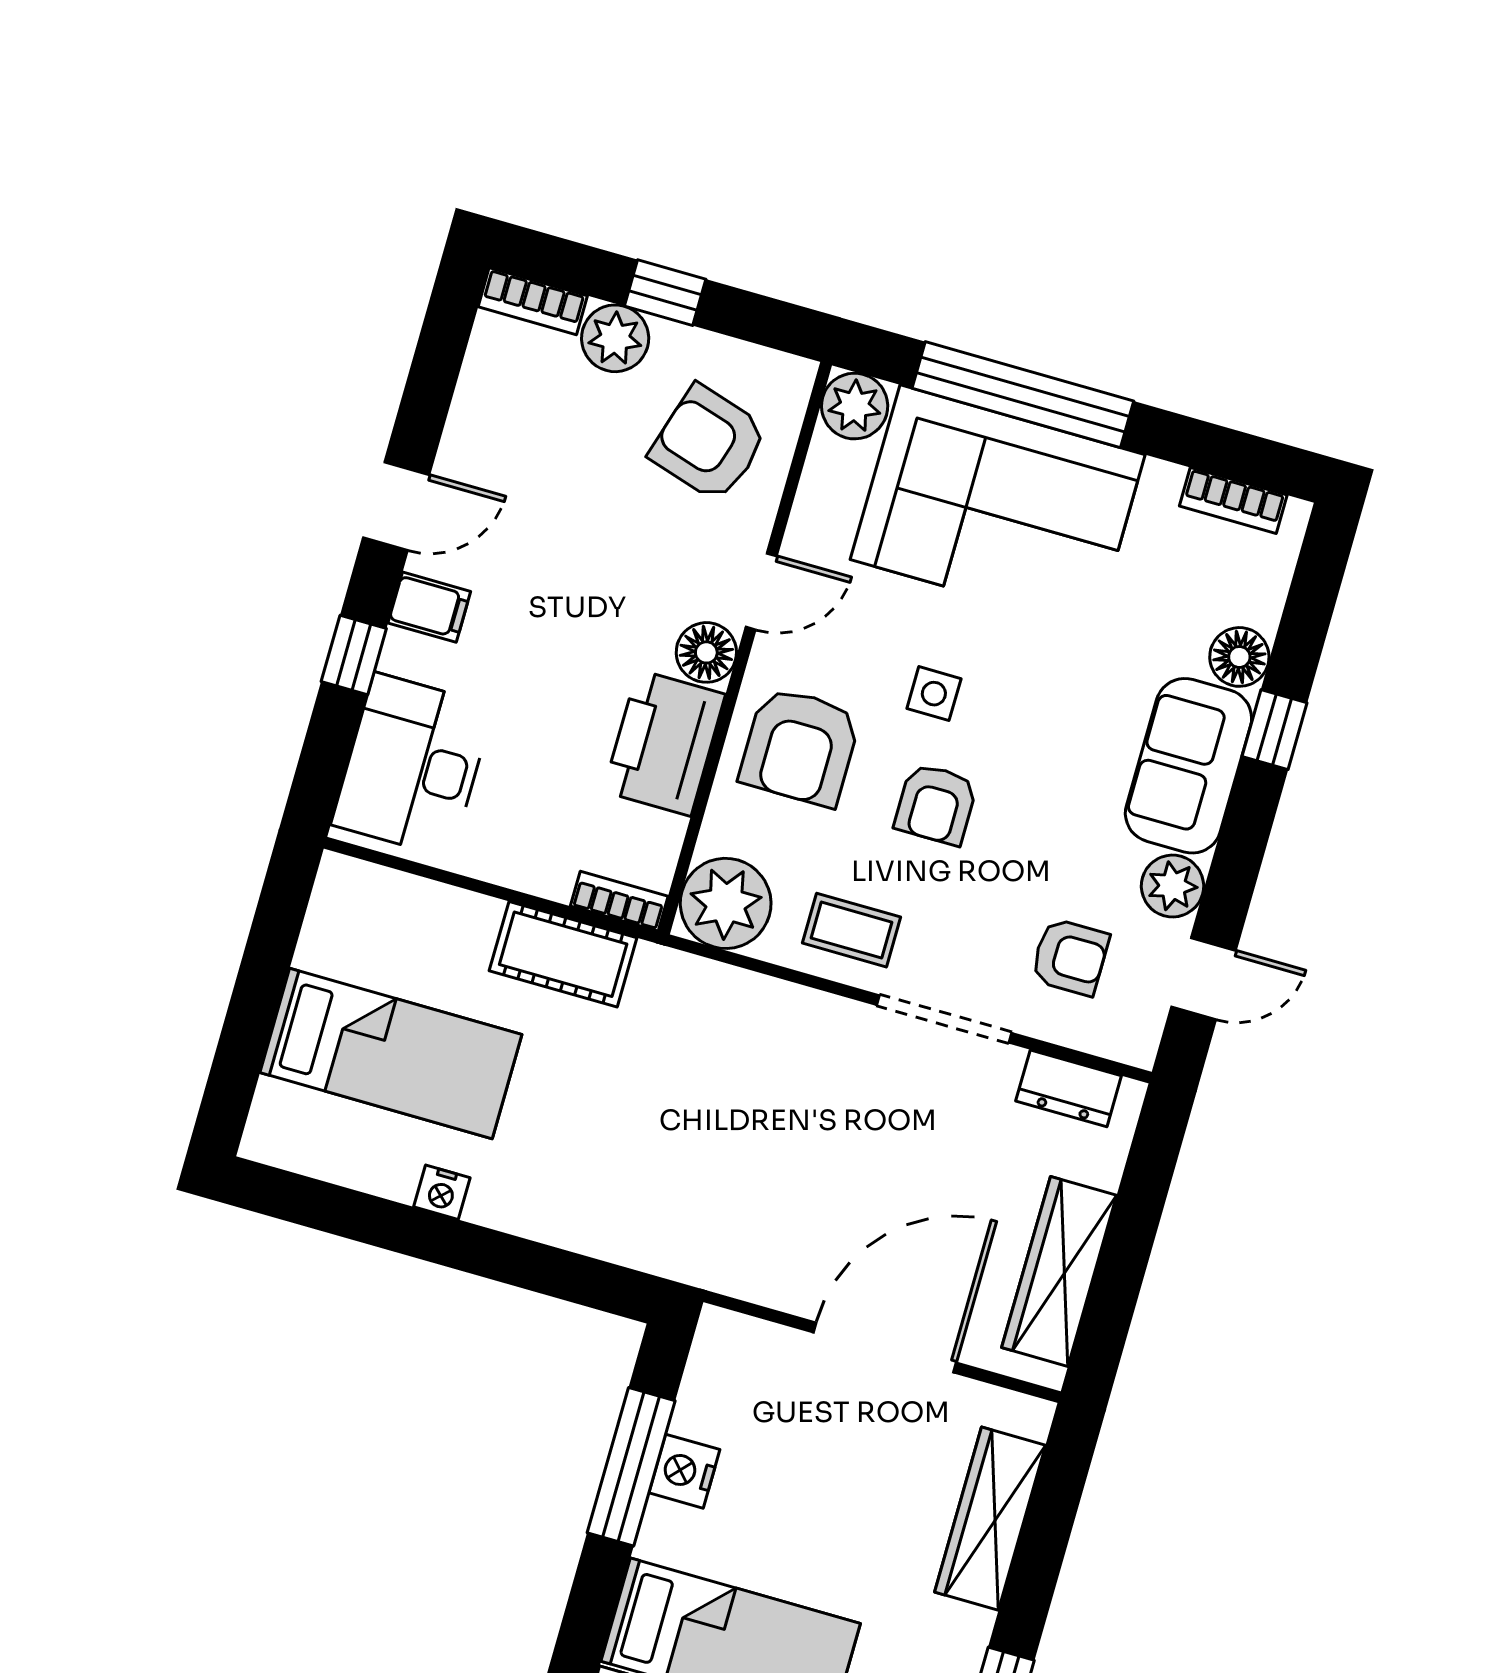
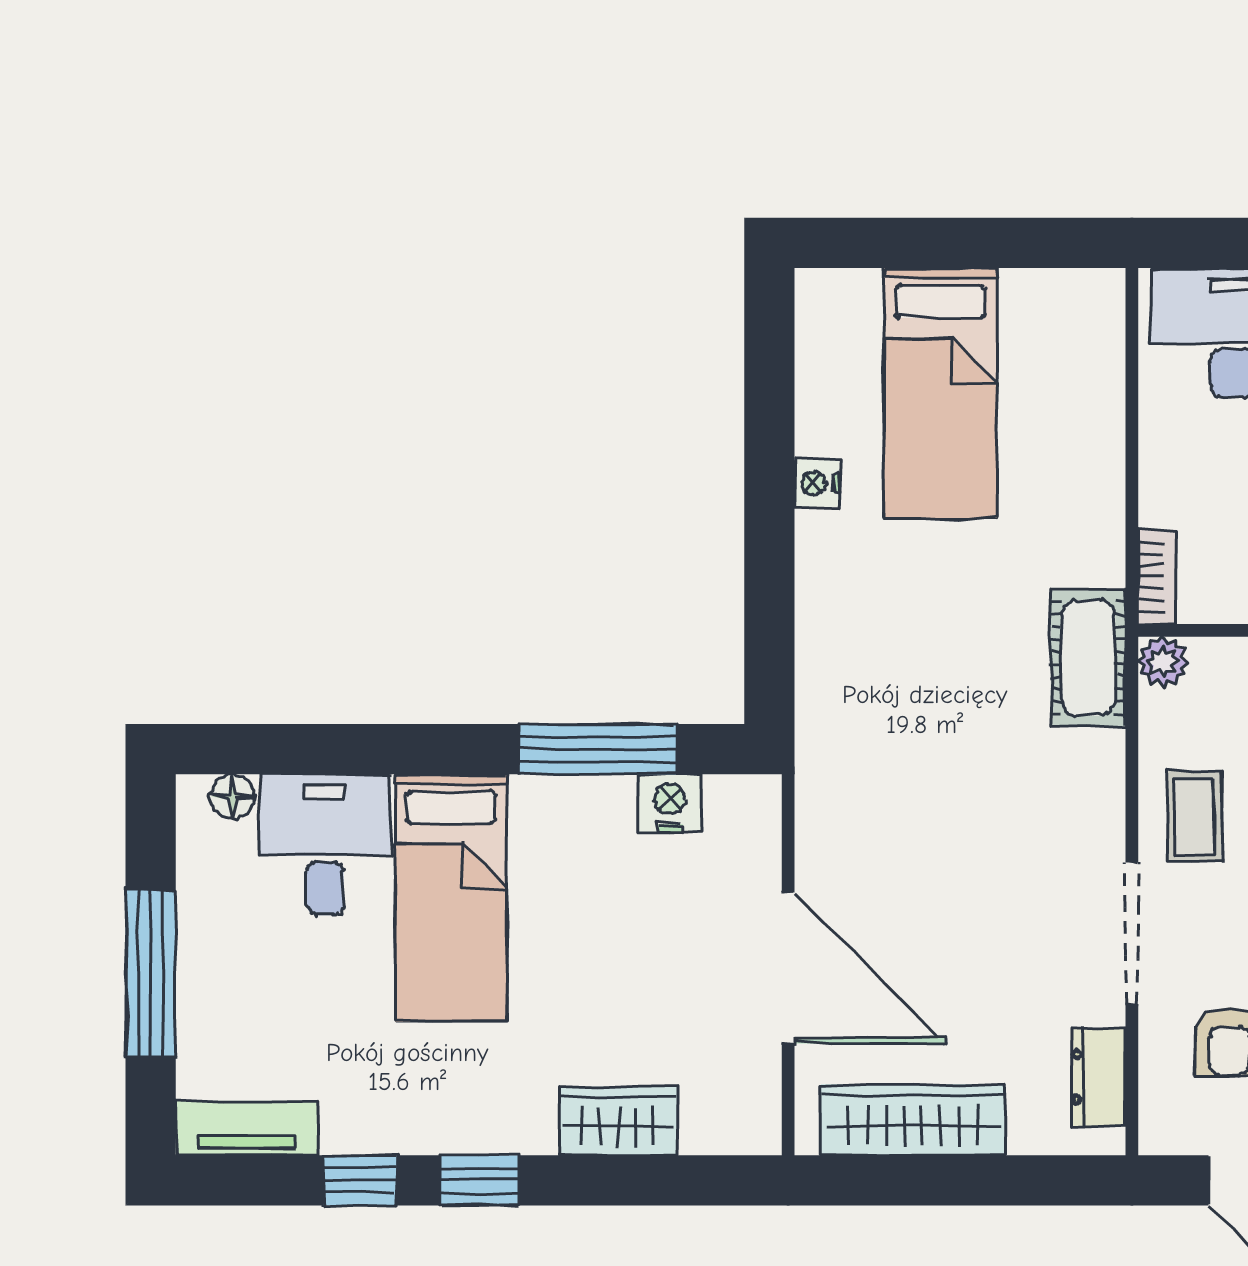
plant: (726, 903) -> (1163, 662), width x0.53, depth x0.53
cot: (563, 954) -> (1088, 658), moved
nightstand: (684, 1471) -> (670, 803), moved
wardrobe: (990, 1519) -> (618, 1121), width x0.67

